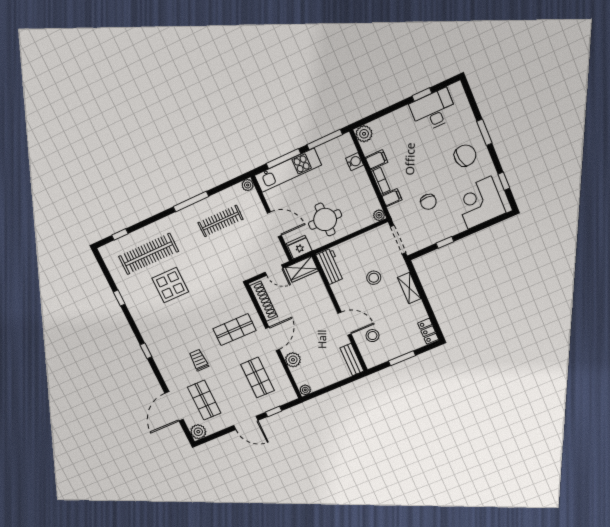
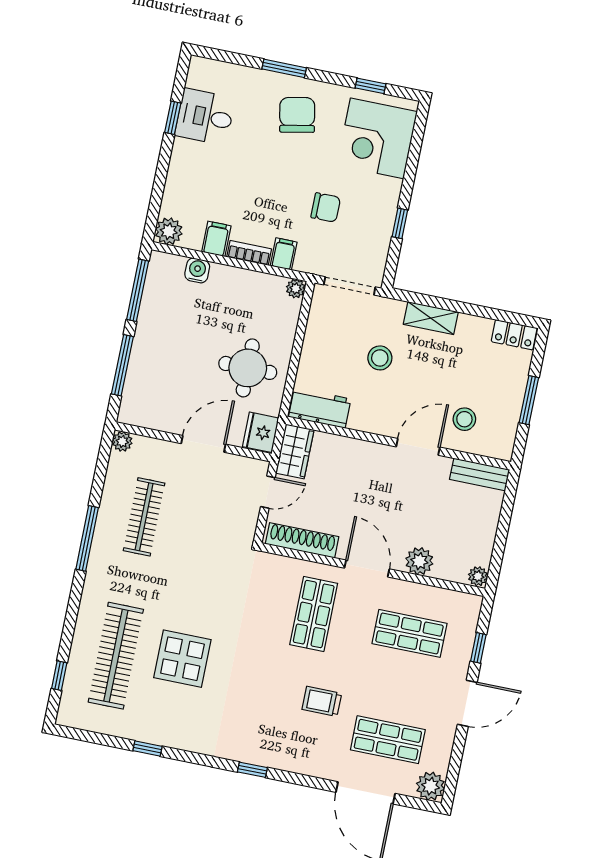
desk: (433, 110) -> (205, 117), width x0.73
kitchen unit: (288, 170) -> (142, 371), removed

